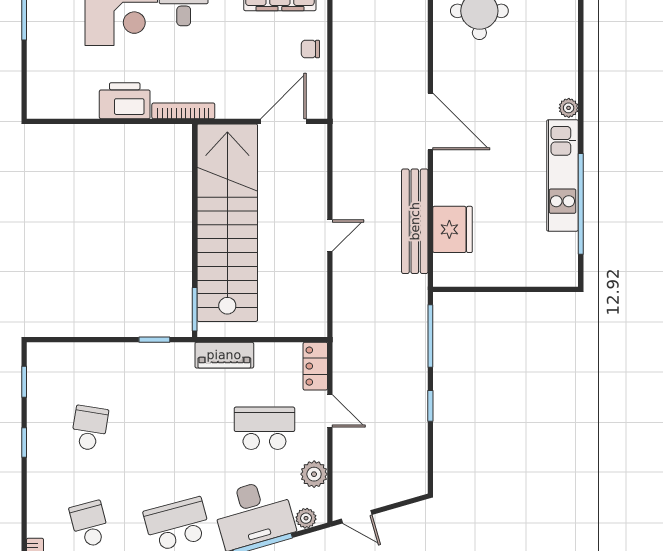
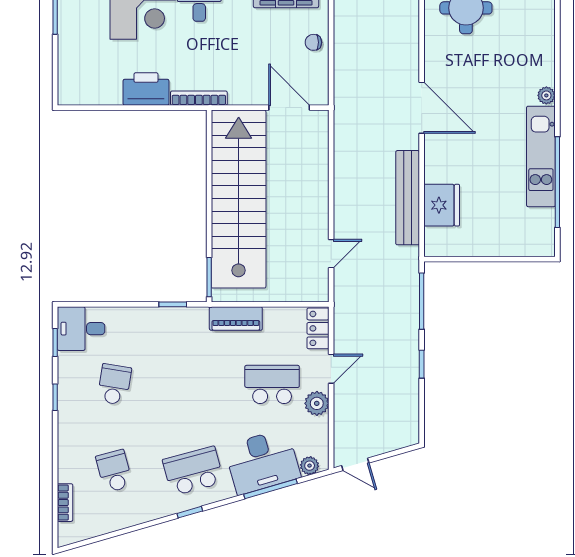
door: (283, 121) -> (289, 108), hinge flipped
door: (330, 236) -> (331, 254), moved
desk: (53, 366) -> (81, 329), added
door: (330, 411) -> (331, 369), hinge flipped
plant: (314, 474) -> (317, 403), moved

